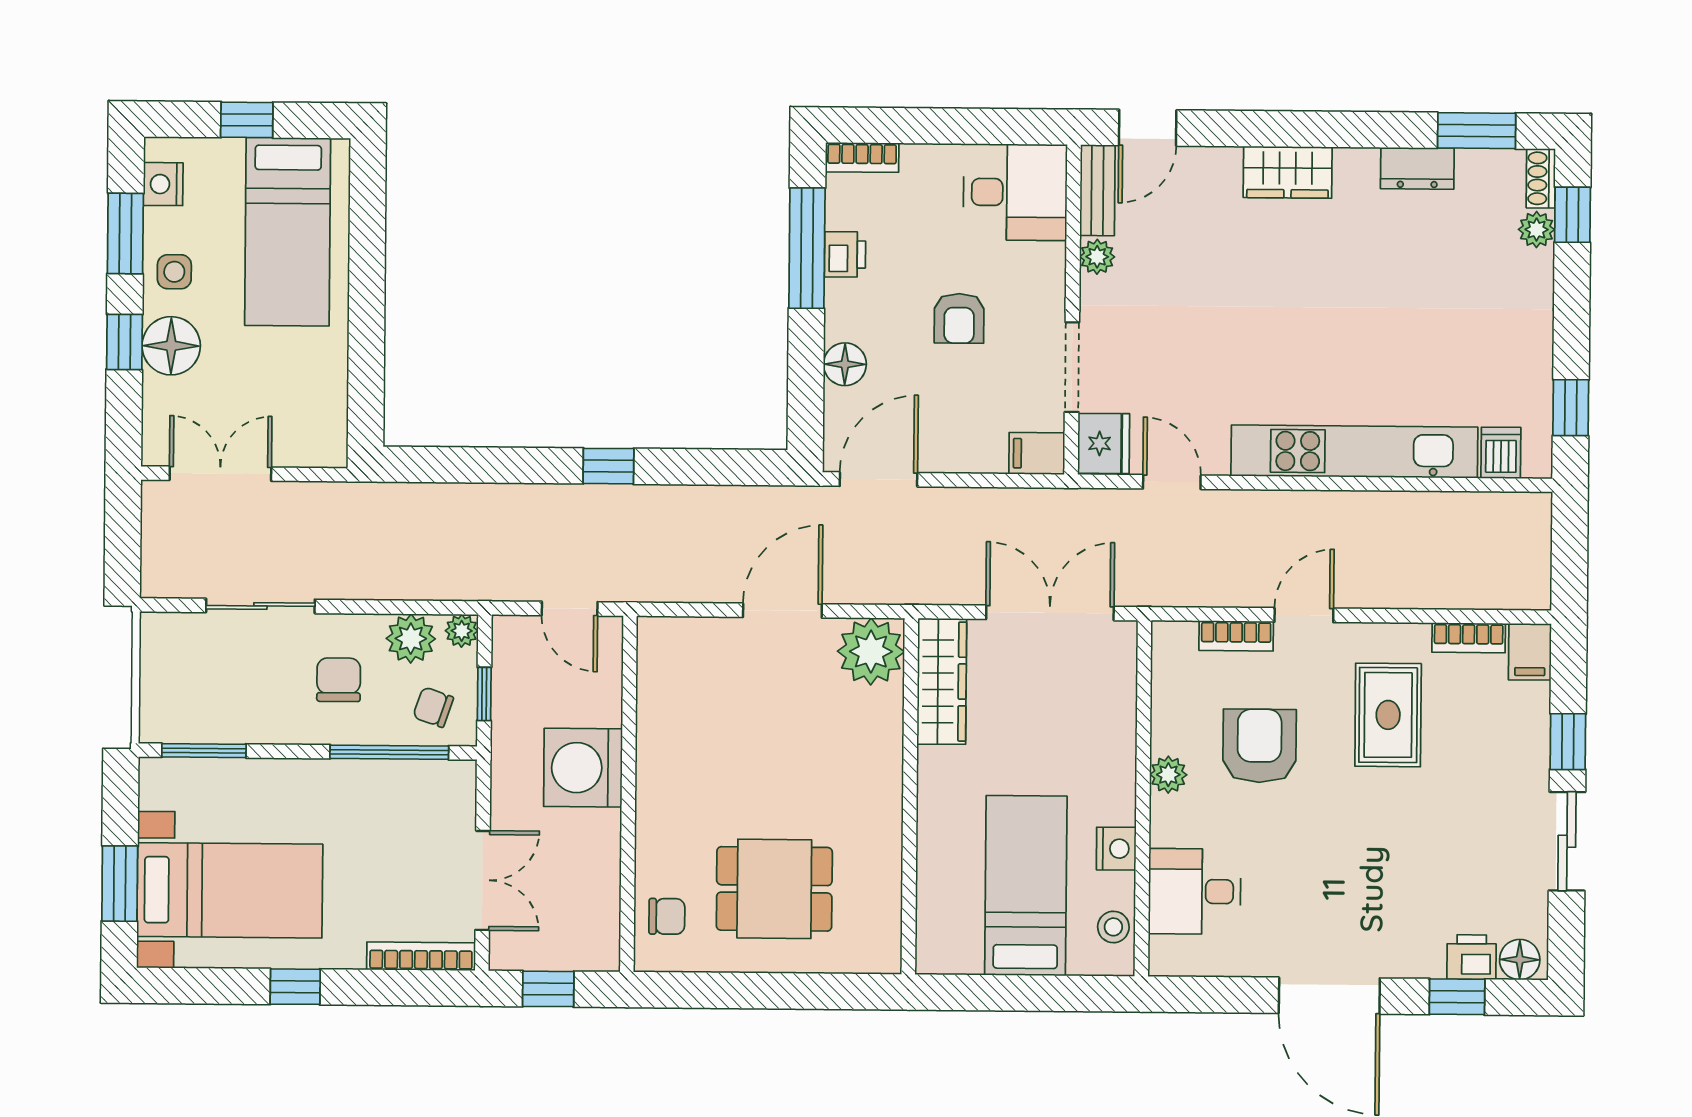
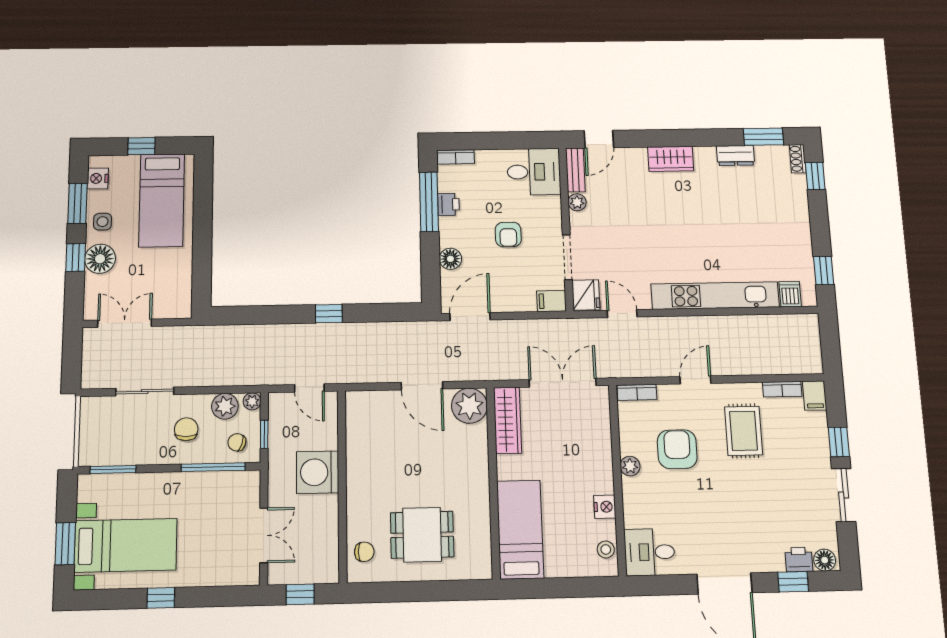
plant: (1537, 230) -> (798, 184), removed
door: (782, 611) -> (422, 386), swing flipped
bookcase: (1236, 636) -> (637, 392), moved
bed: (1026, 886) -> (520, 529), moved
desk: (1195, 891) -> (649, 552), moved
bookcase: (421, 956) -> (230, 579), removed

